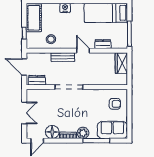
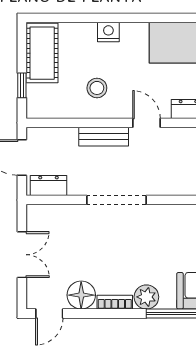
stool: (51, 39) -> (97, 88), moved

